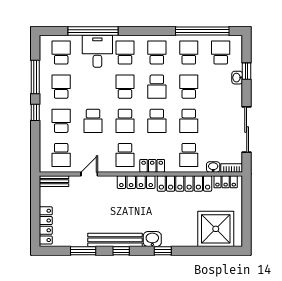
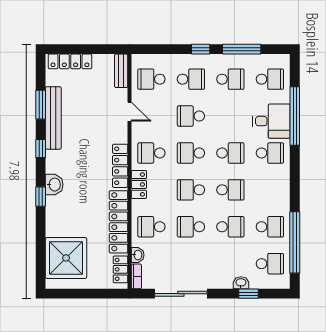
school desk: (157, 52) -> (270, 190), removed
school desk: (157, 87) -> (230, 190), turned 180
bench: (115, 240) -> (53, 118), moved

